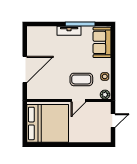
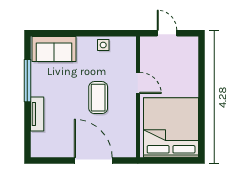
tv unit: (69, 31) -> (37, 114), moved
coffee table: (81, 79) -> (98, 98), moved
plant: (105, 95) -> (129, 45), removed

